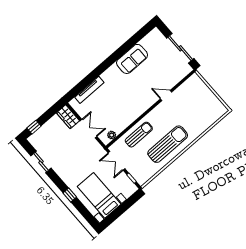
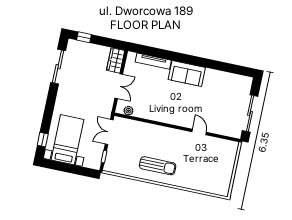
sofa: (132, 59) -> (187, 73), moved
sun lounger: (139, 135) -> (147, 134), removed
sun lounger: (168, 144) -> (158, 166), width x0.73, depth x0.75
sliding door: (41, 162) -> (58, 67), width x1.37
window: (70, 195) -> (43, 140), moved

